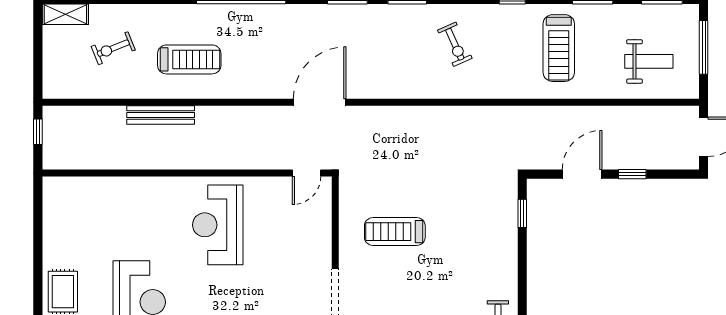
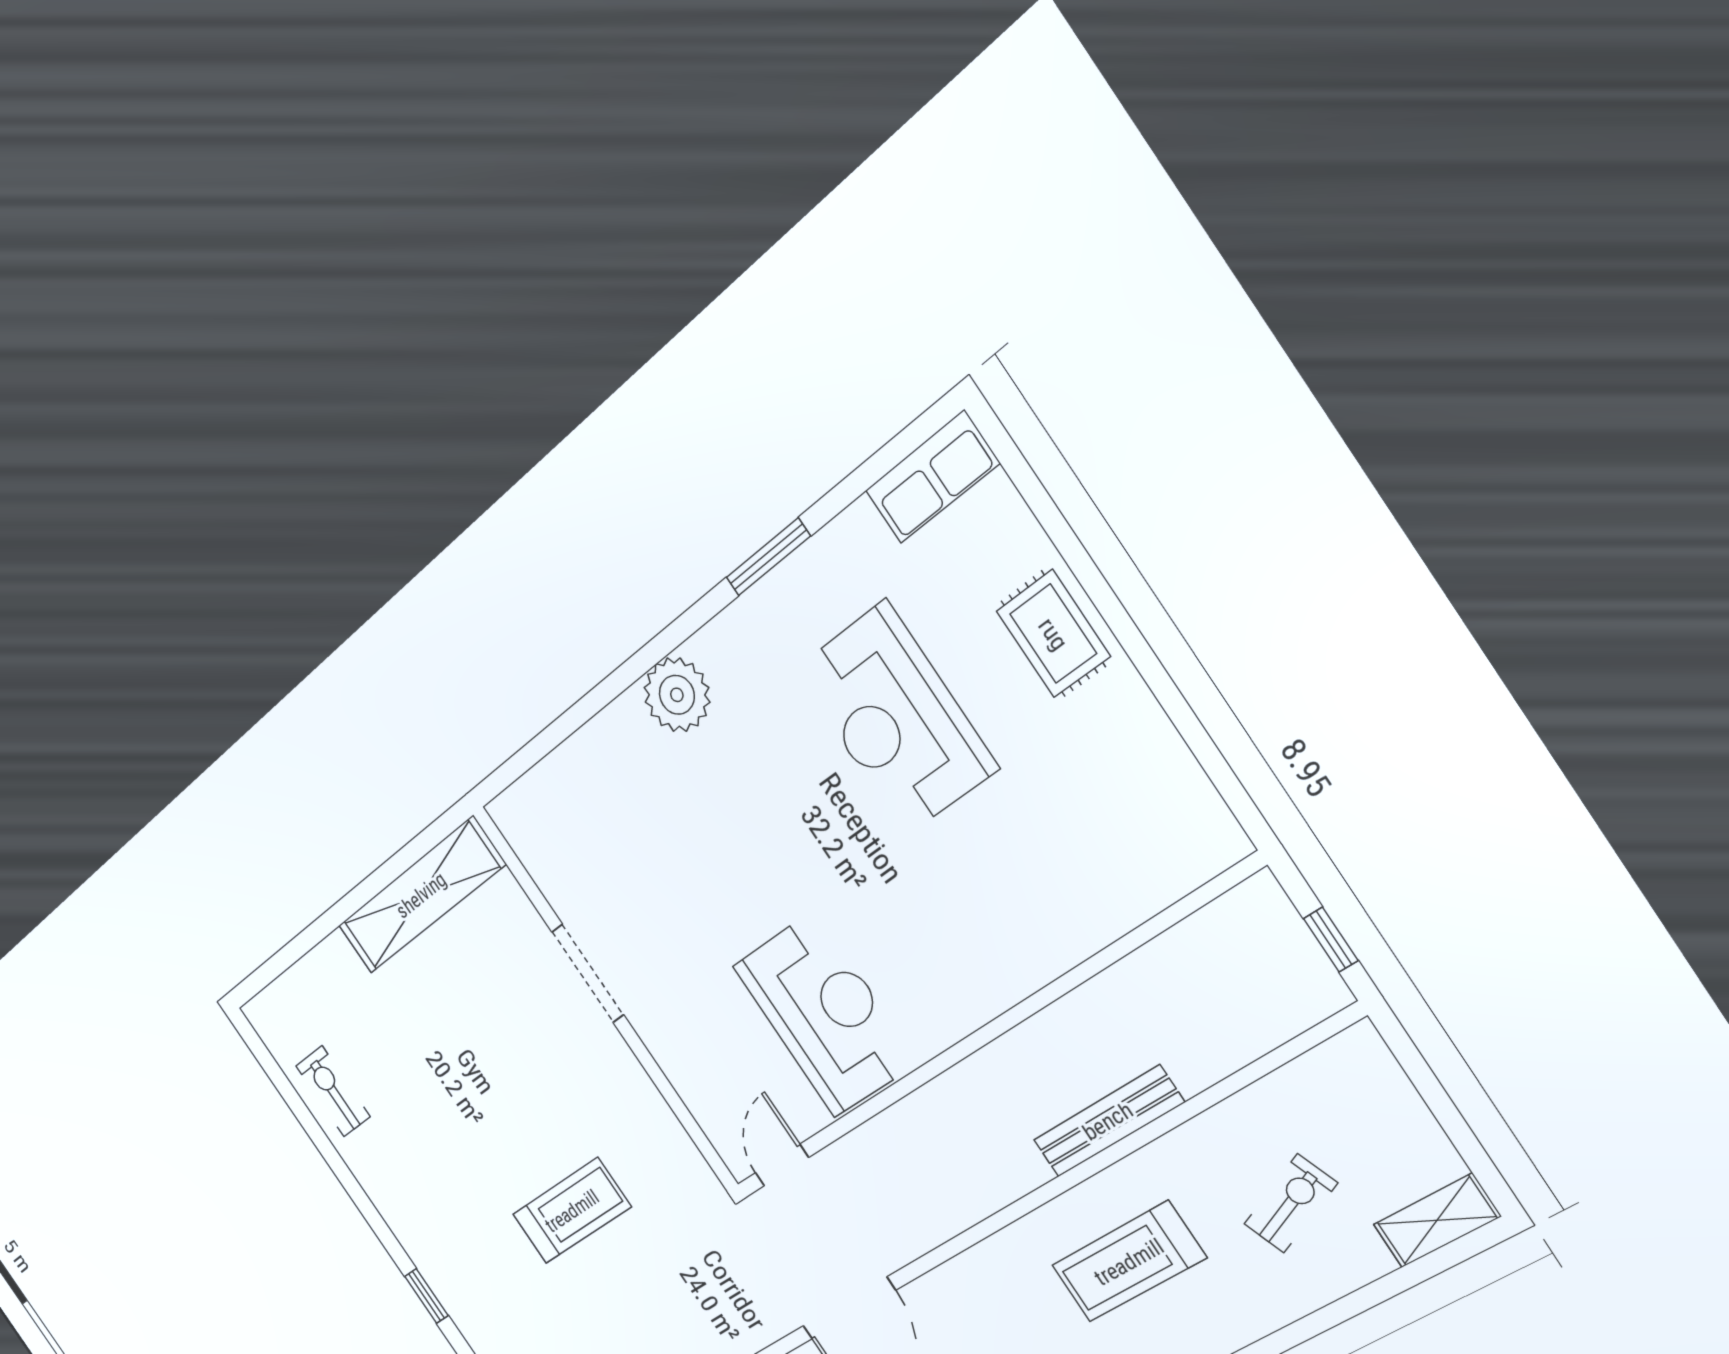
reception desk: (218, 225) -> (825, 1014), moved
treadmill: (395, 232) -> (572, 1211), moved

